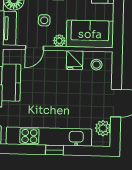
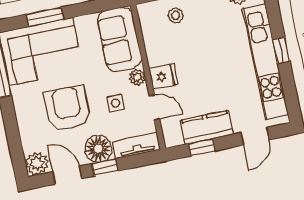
fridge: (75, 60) -> (163, 76), moved
stool: (96, 65) -> (176, 15), moved

